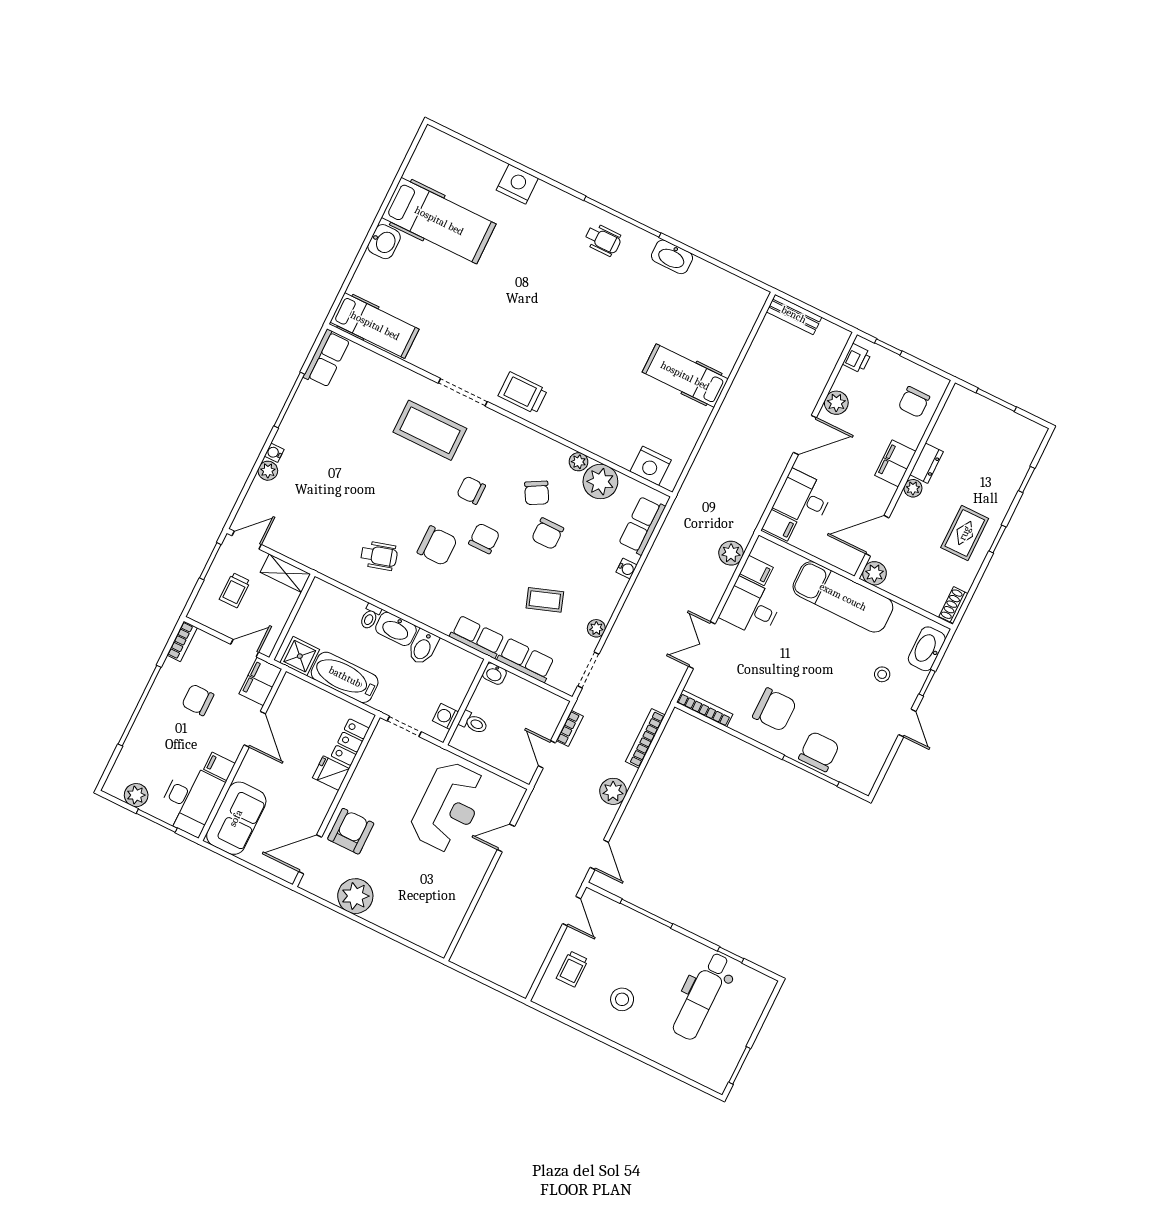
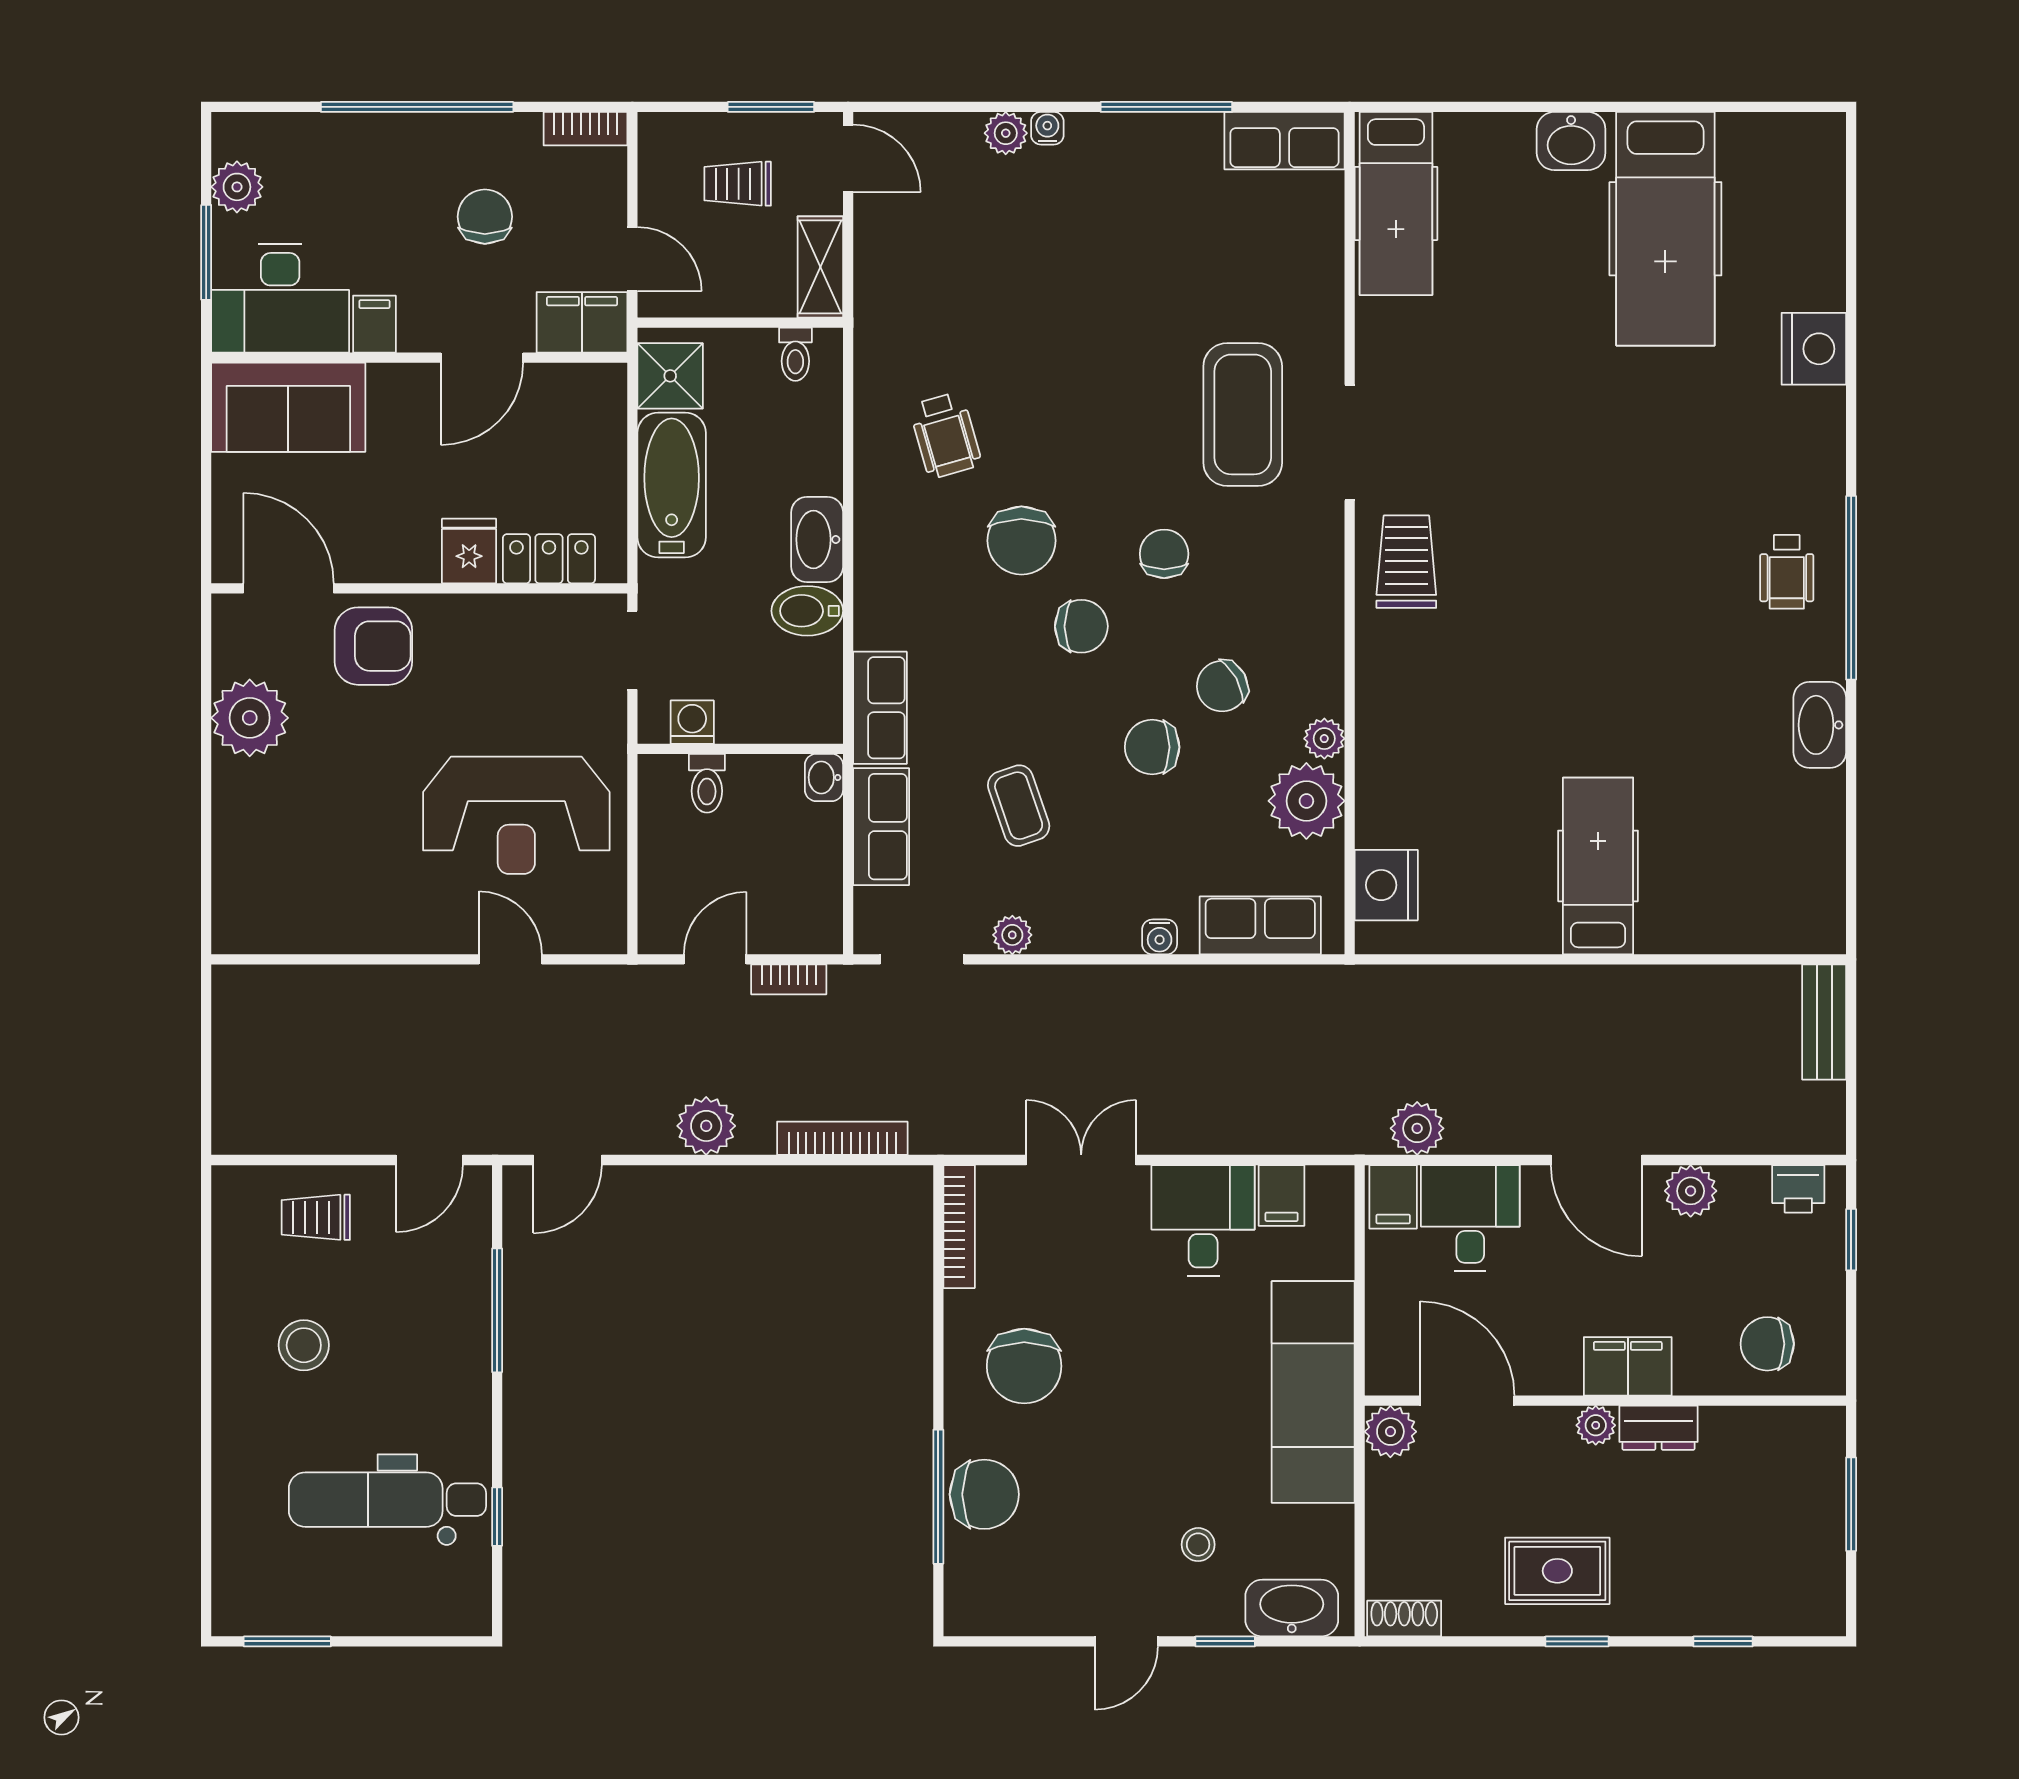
plant: (731, 553) -> (1417, 1128), moved
toilet: (370, 617) -> (795, 354), moved, turned -90

